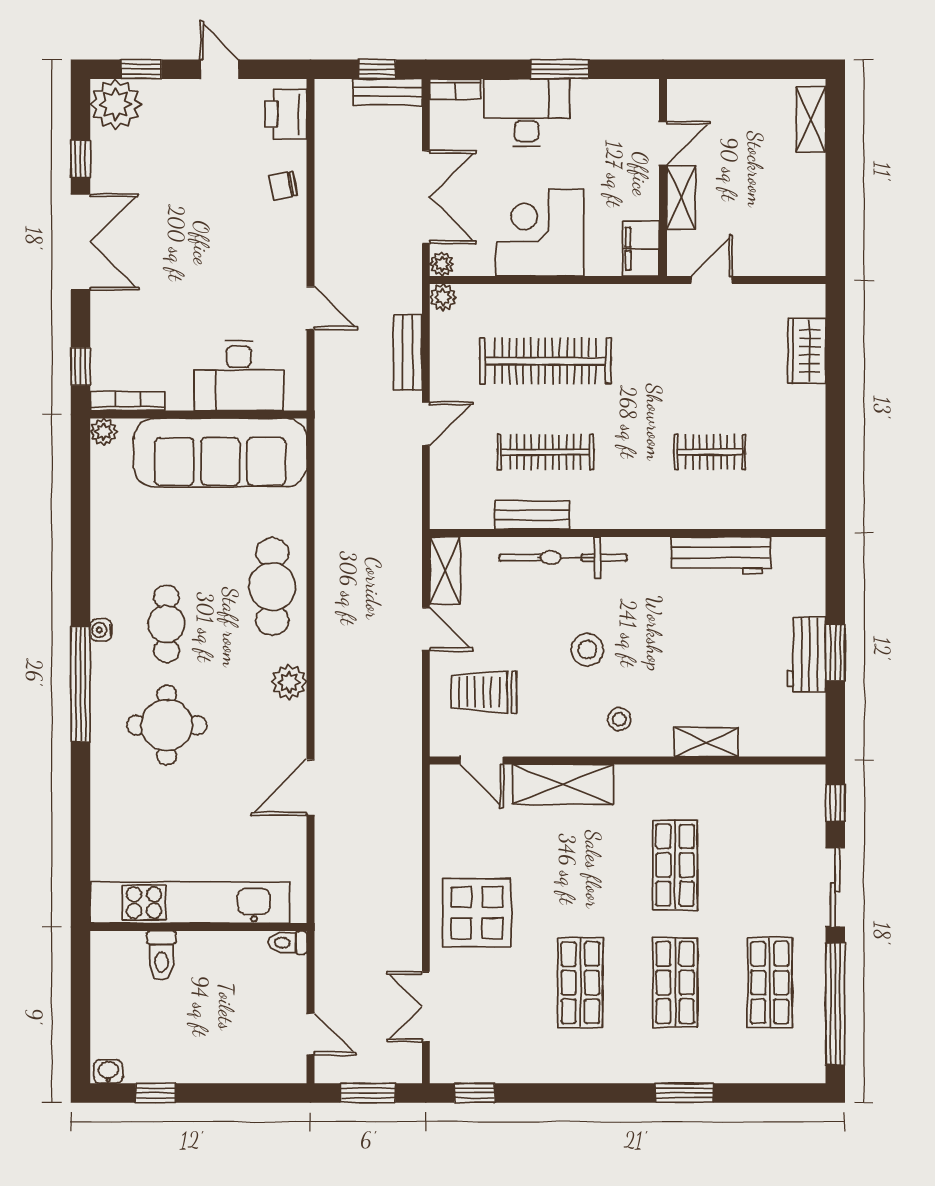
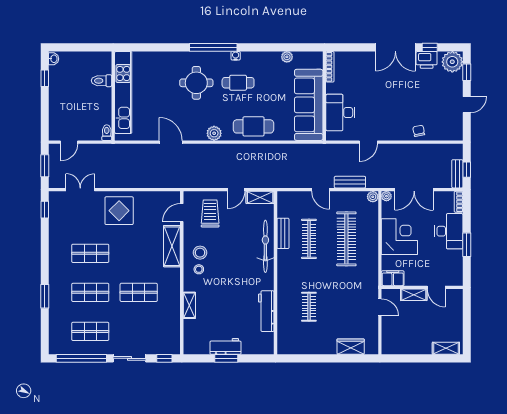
printer: (286, 114) -> (427, 60), moved, turned 180
window: (81, 366) -> (344, 47), removed
plant: (104, 432) -> (287, 57), moved
stool: (587, 650) -> (200, 253), moved

